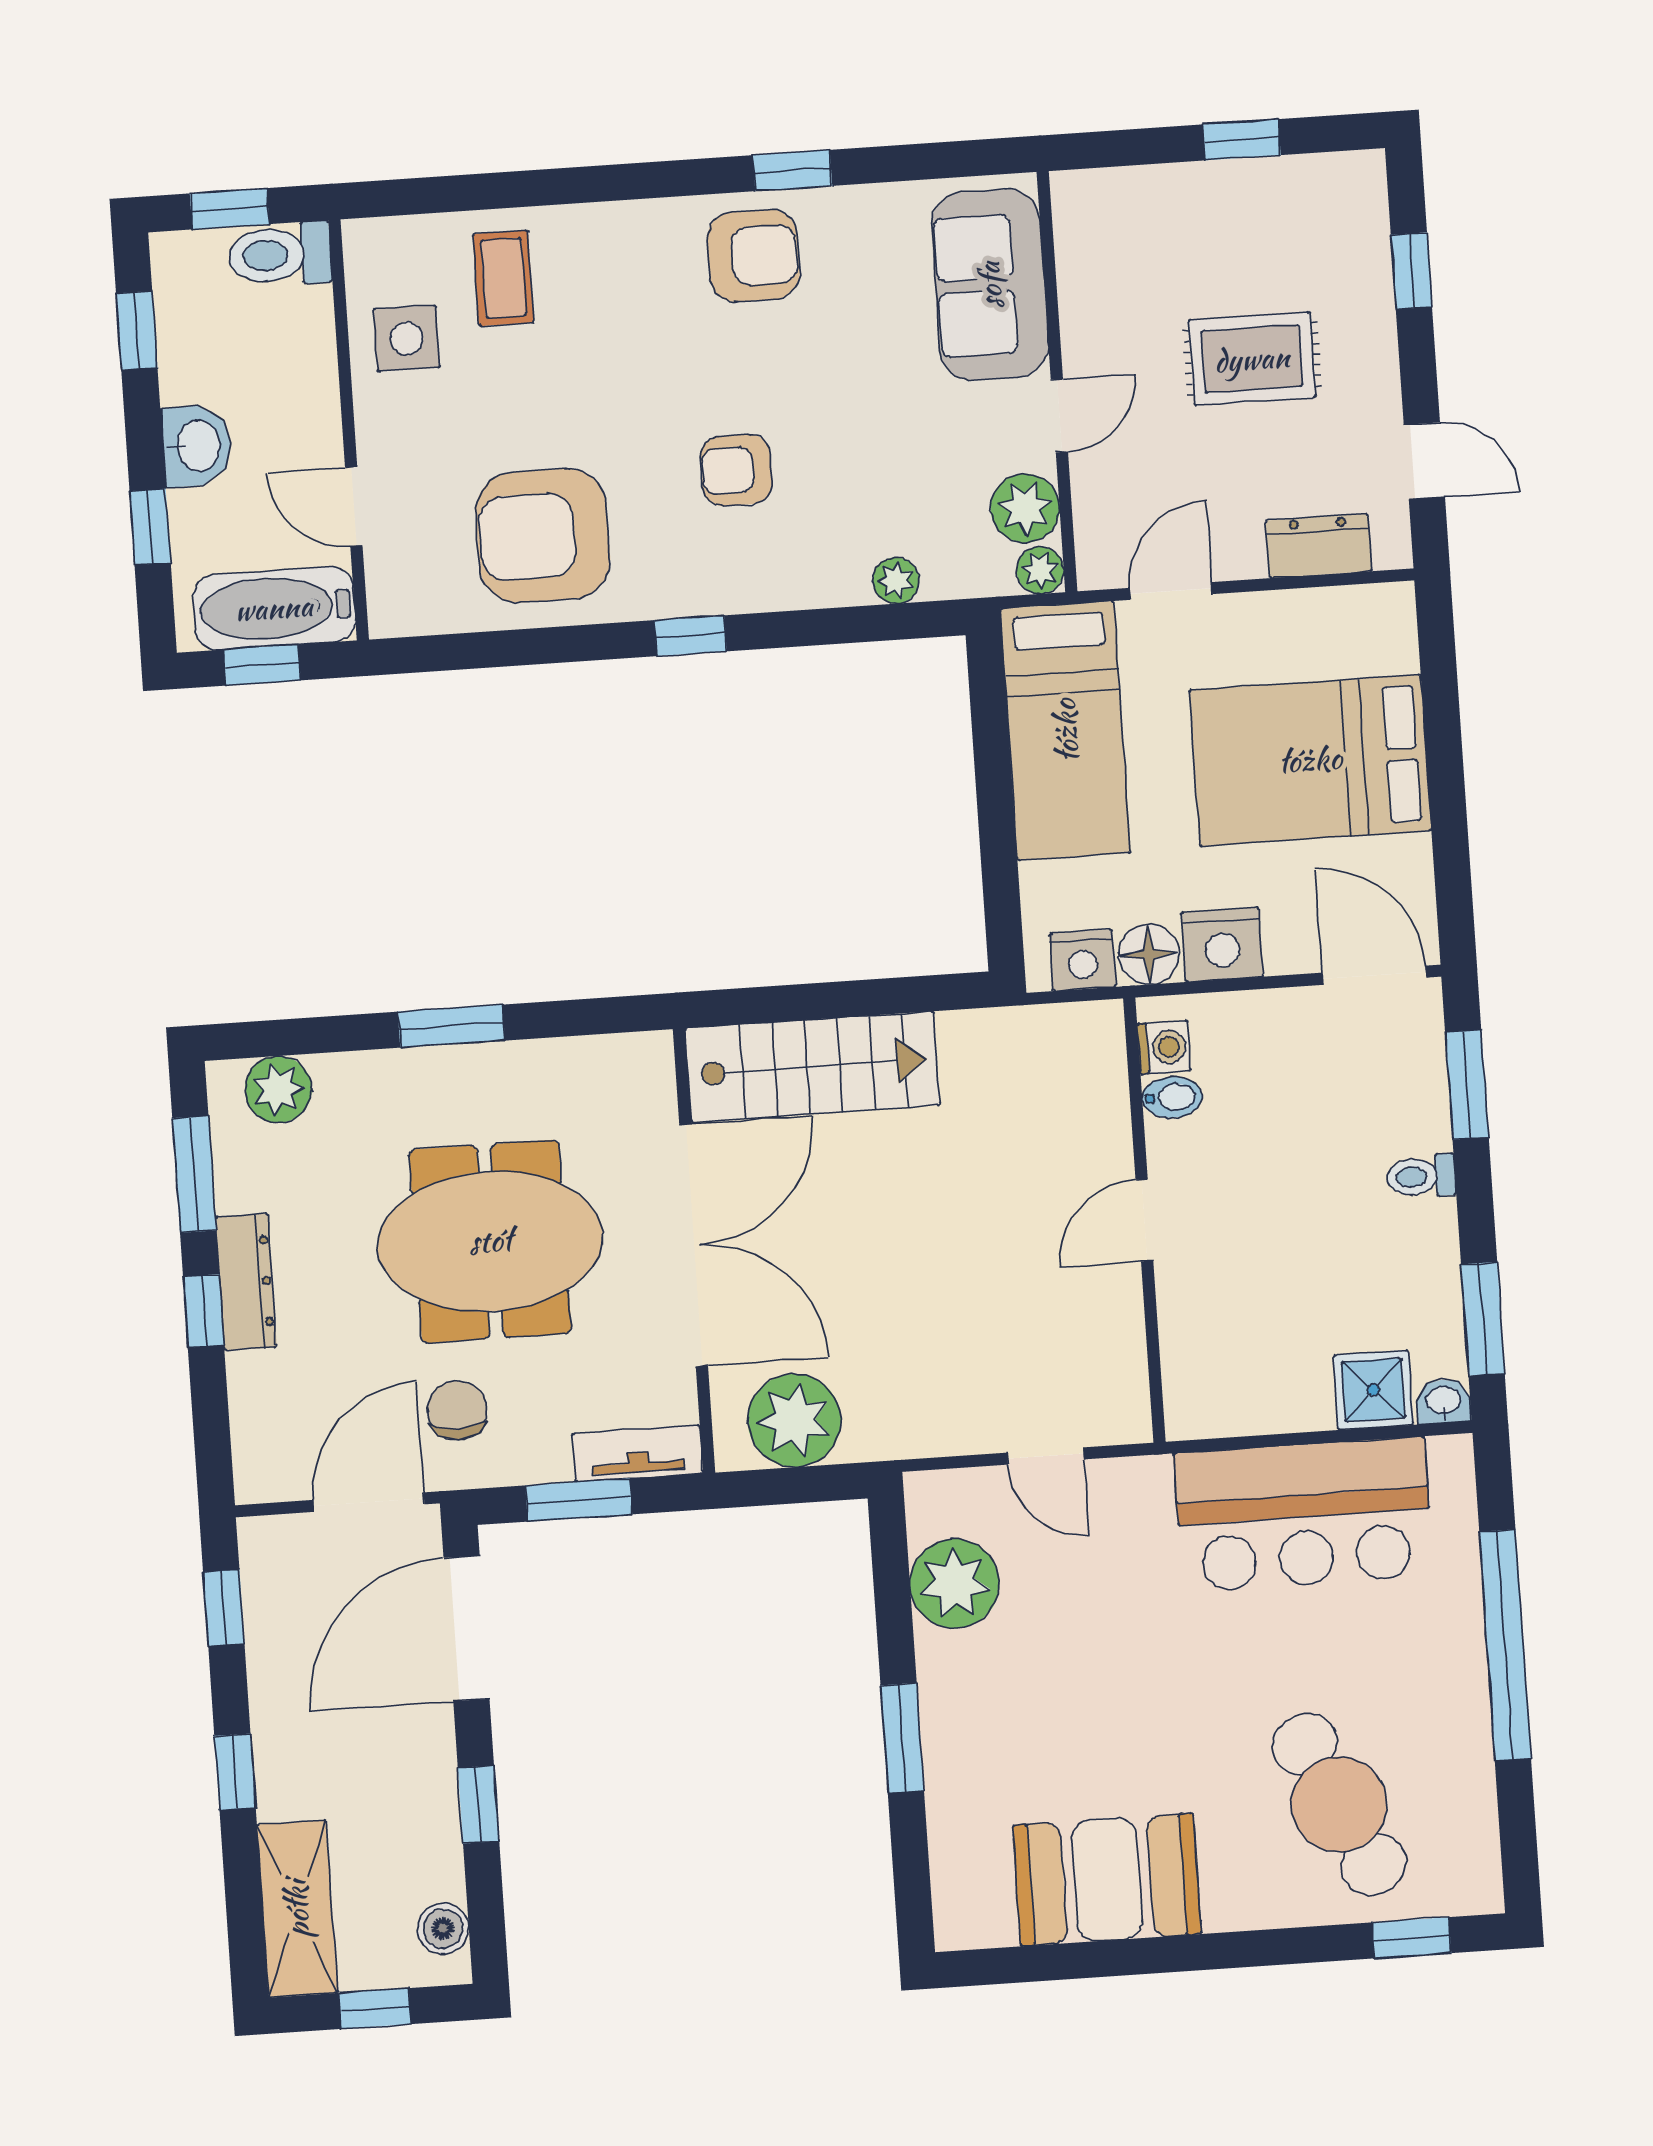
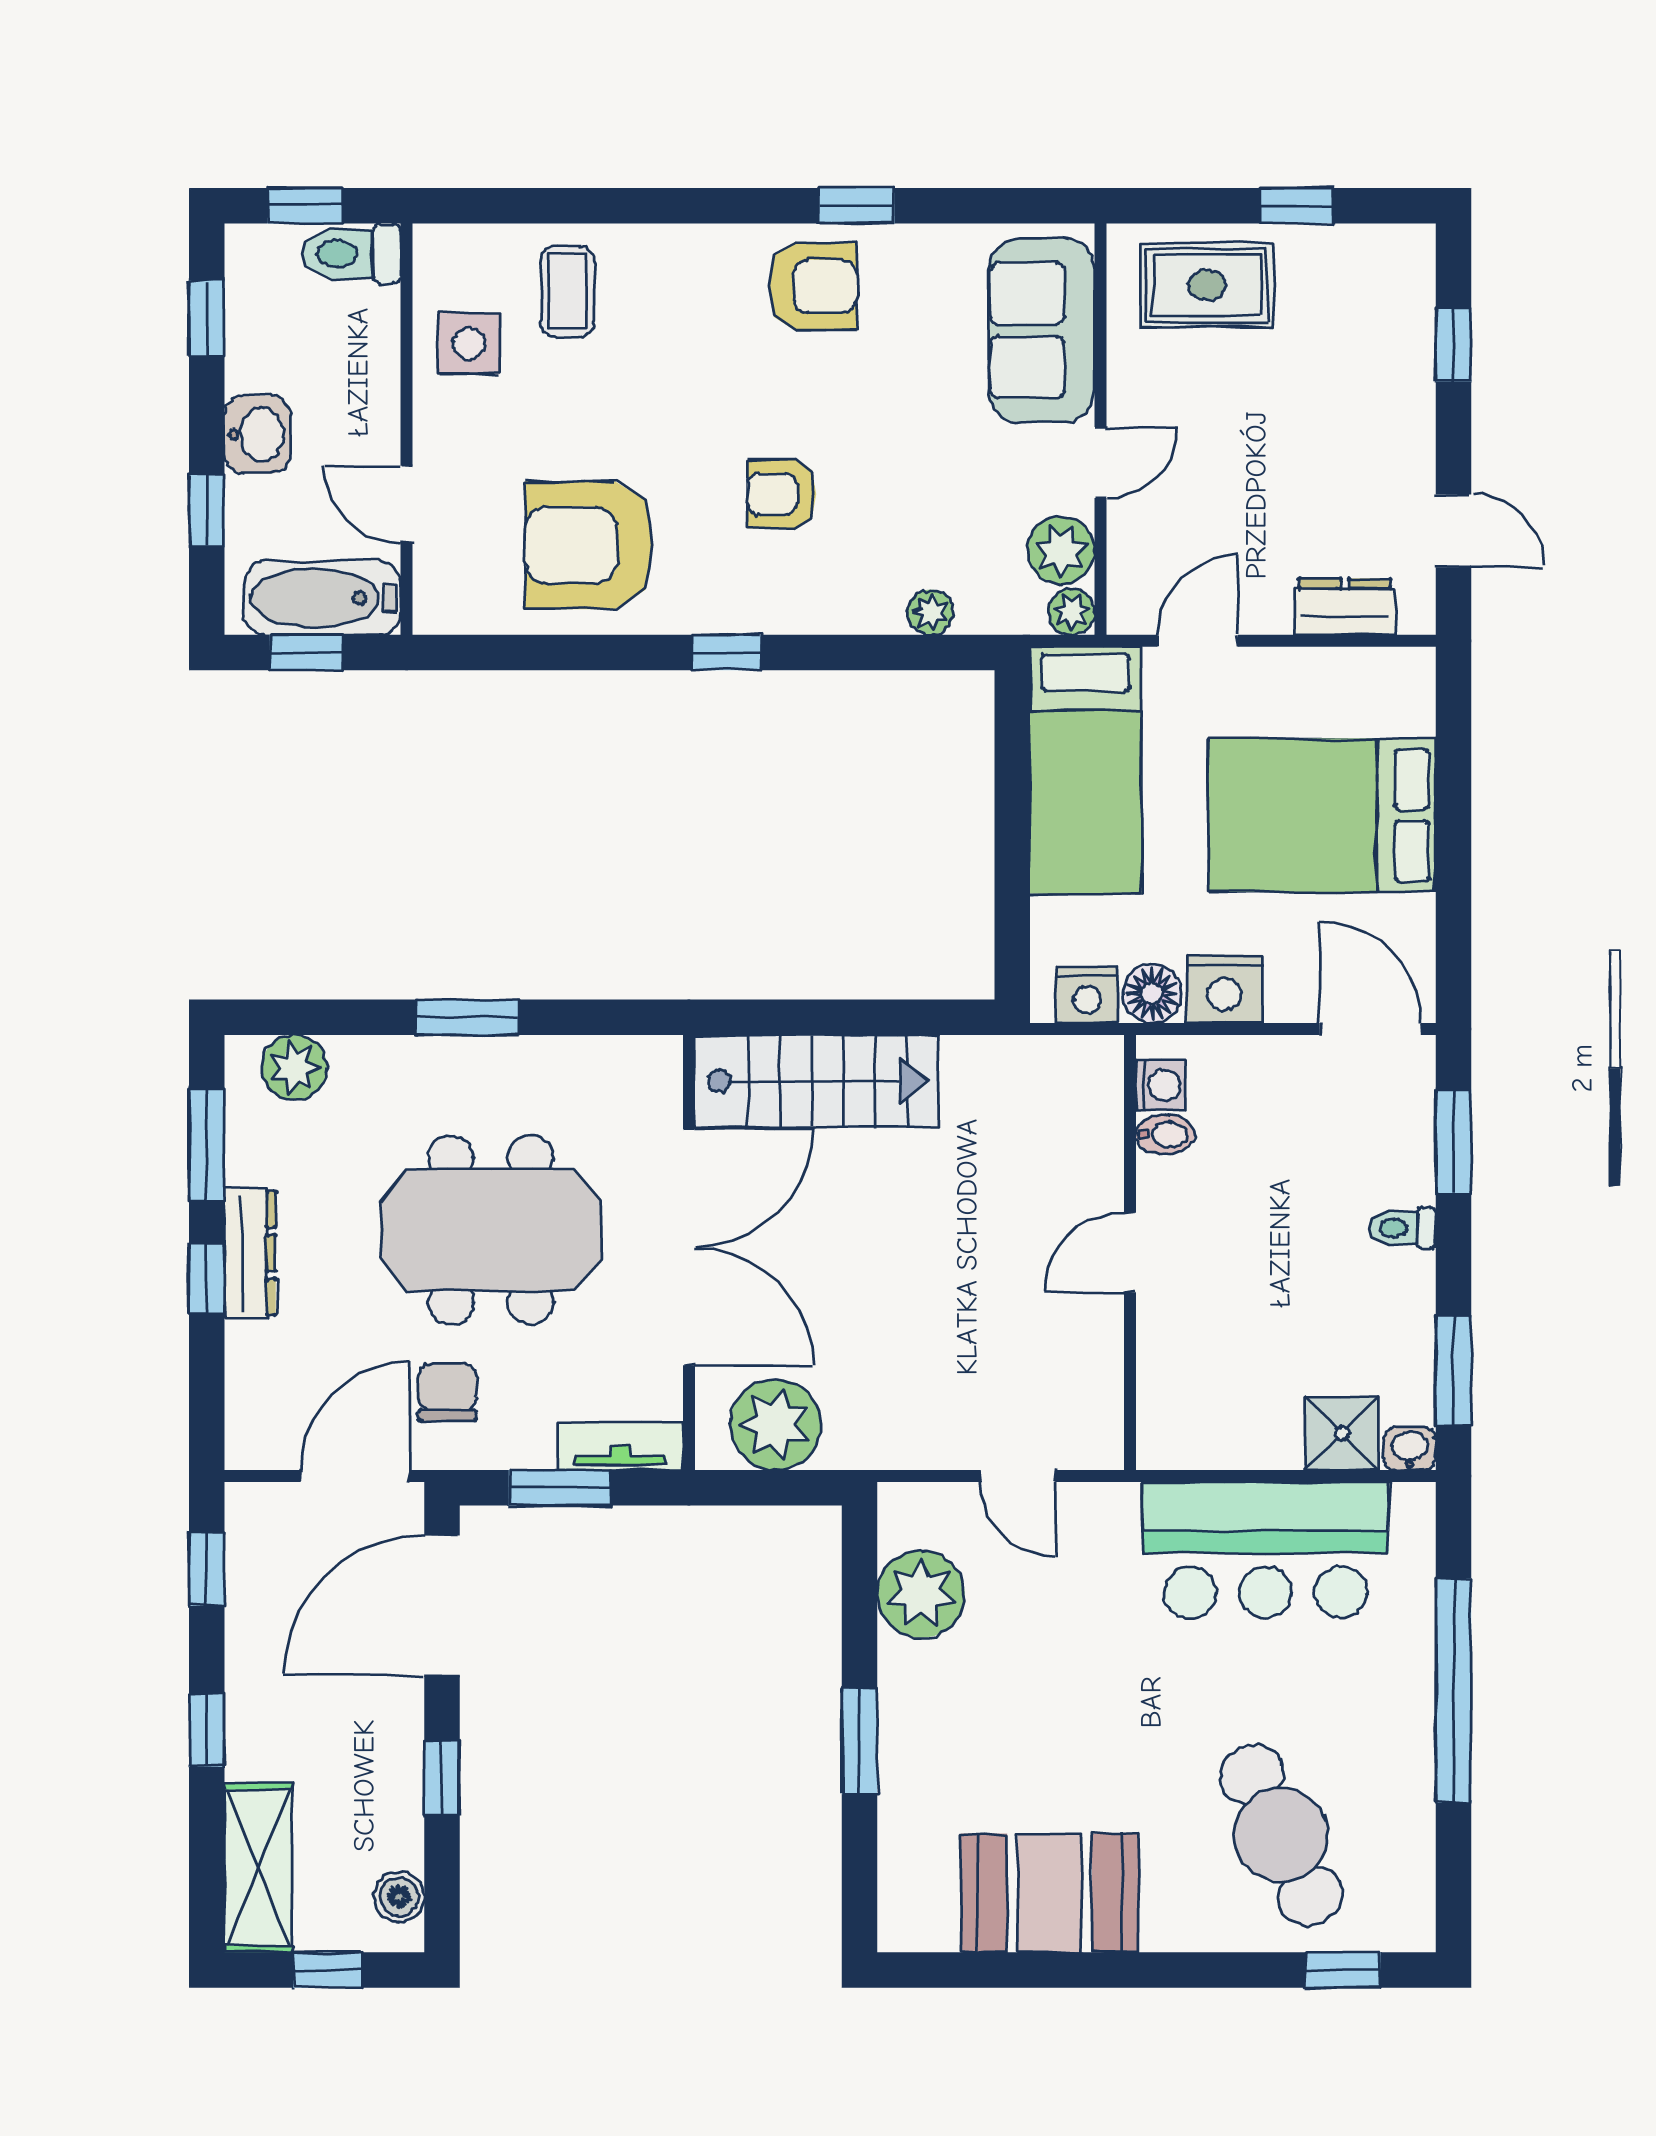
rug: (1252, 359) -> (1207, 285), moved

